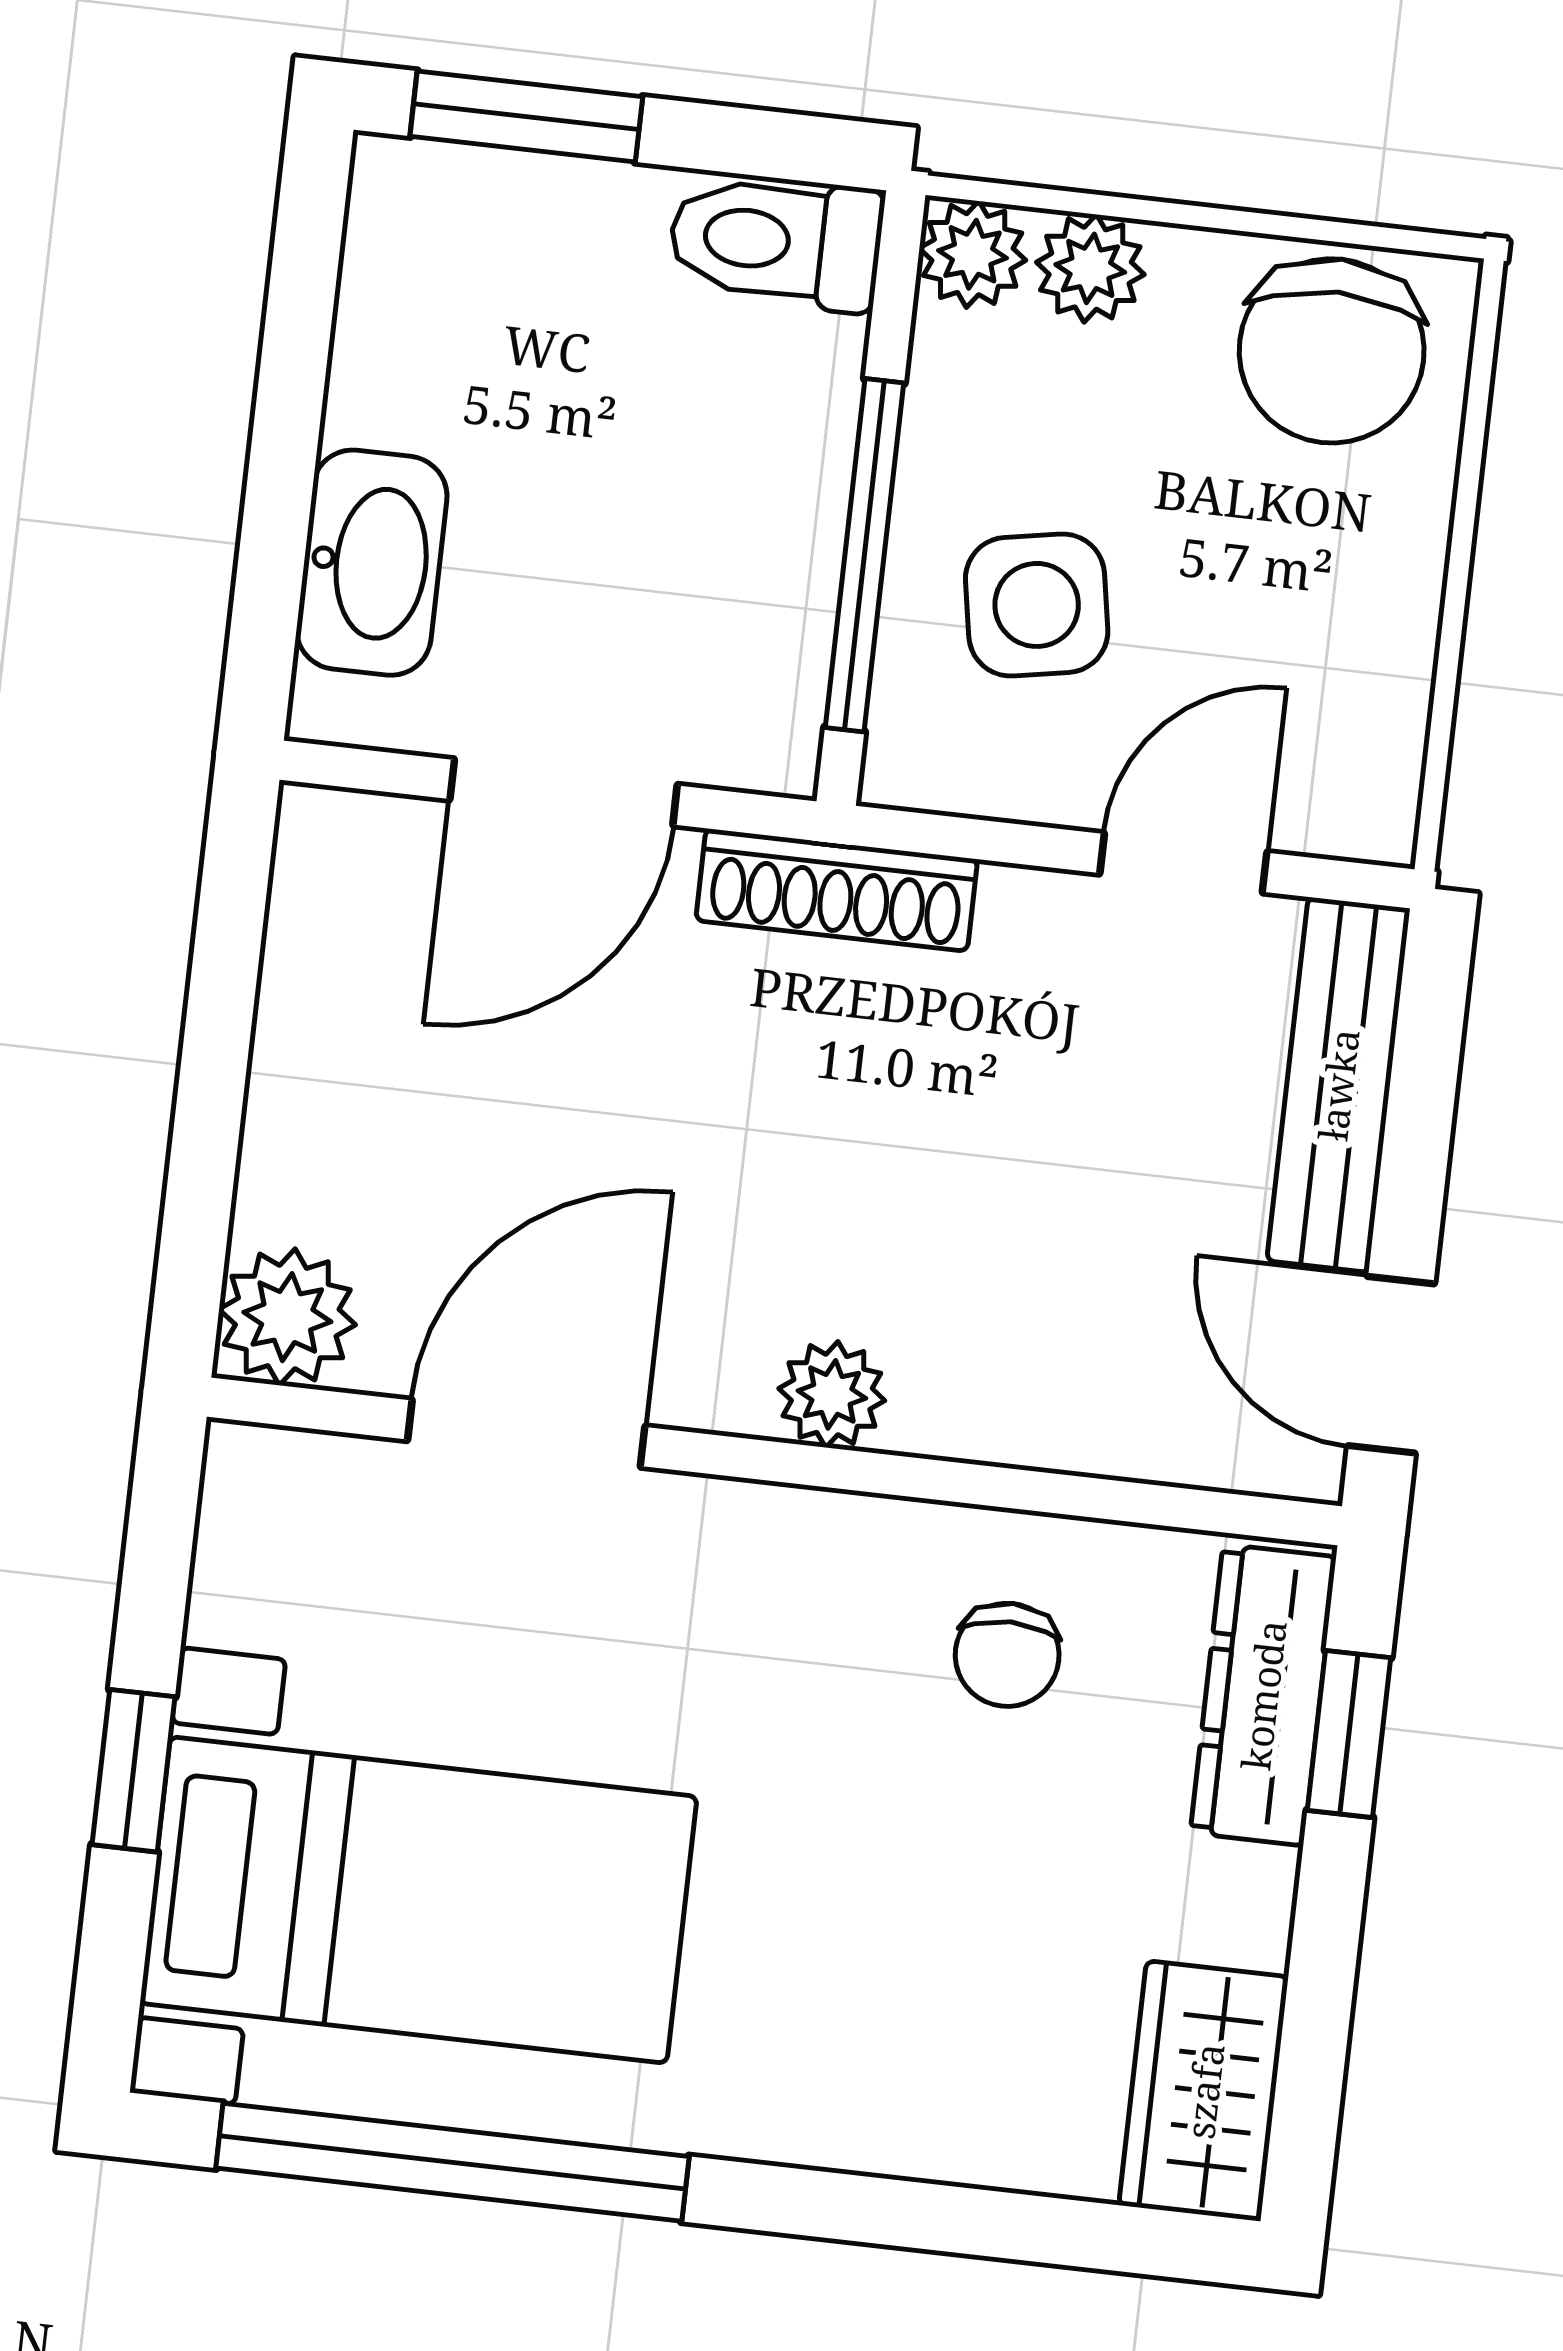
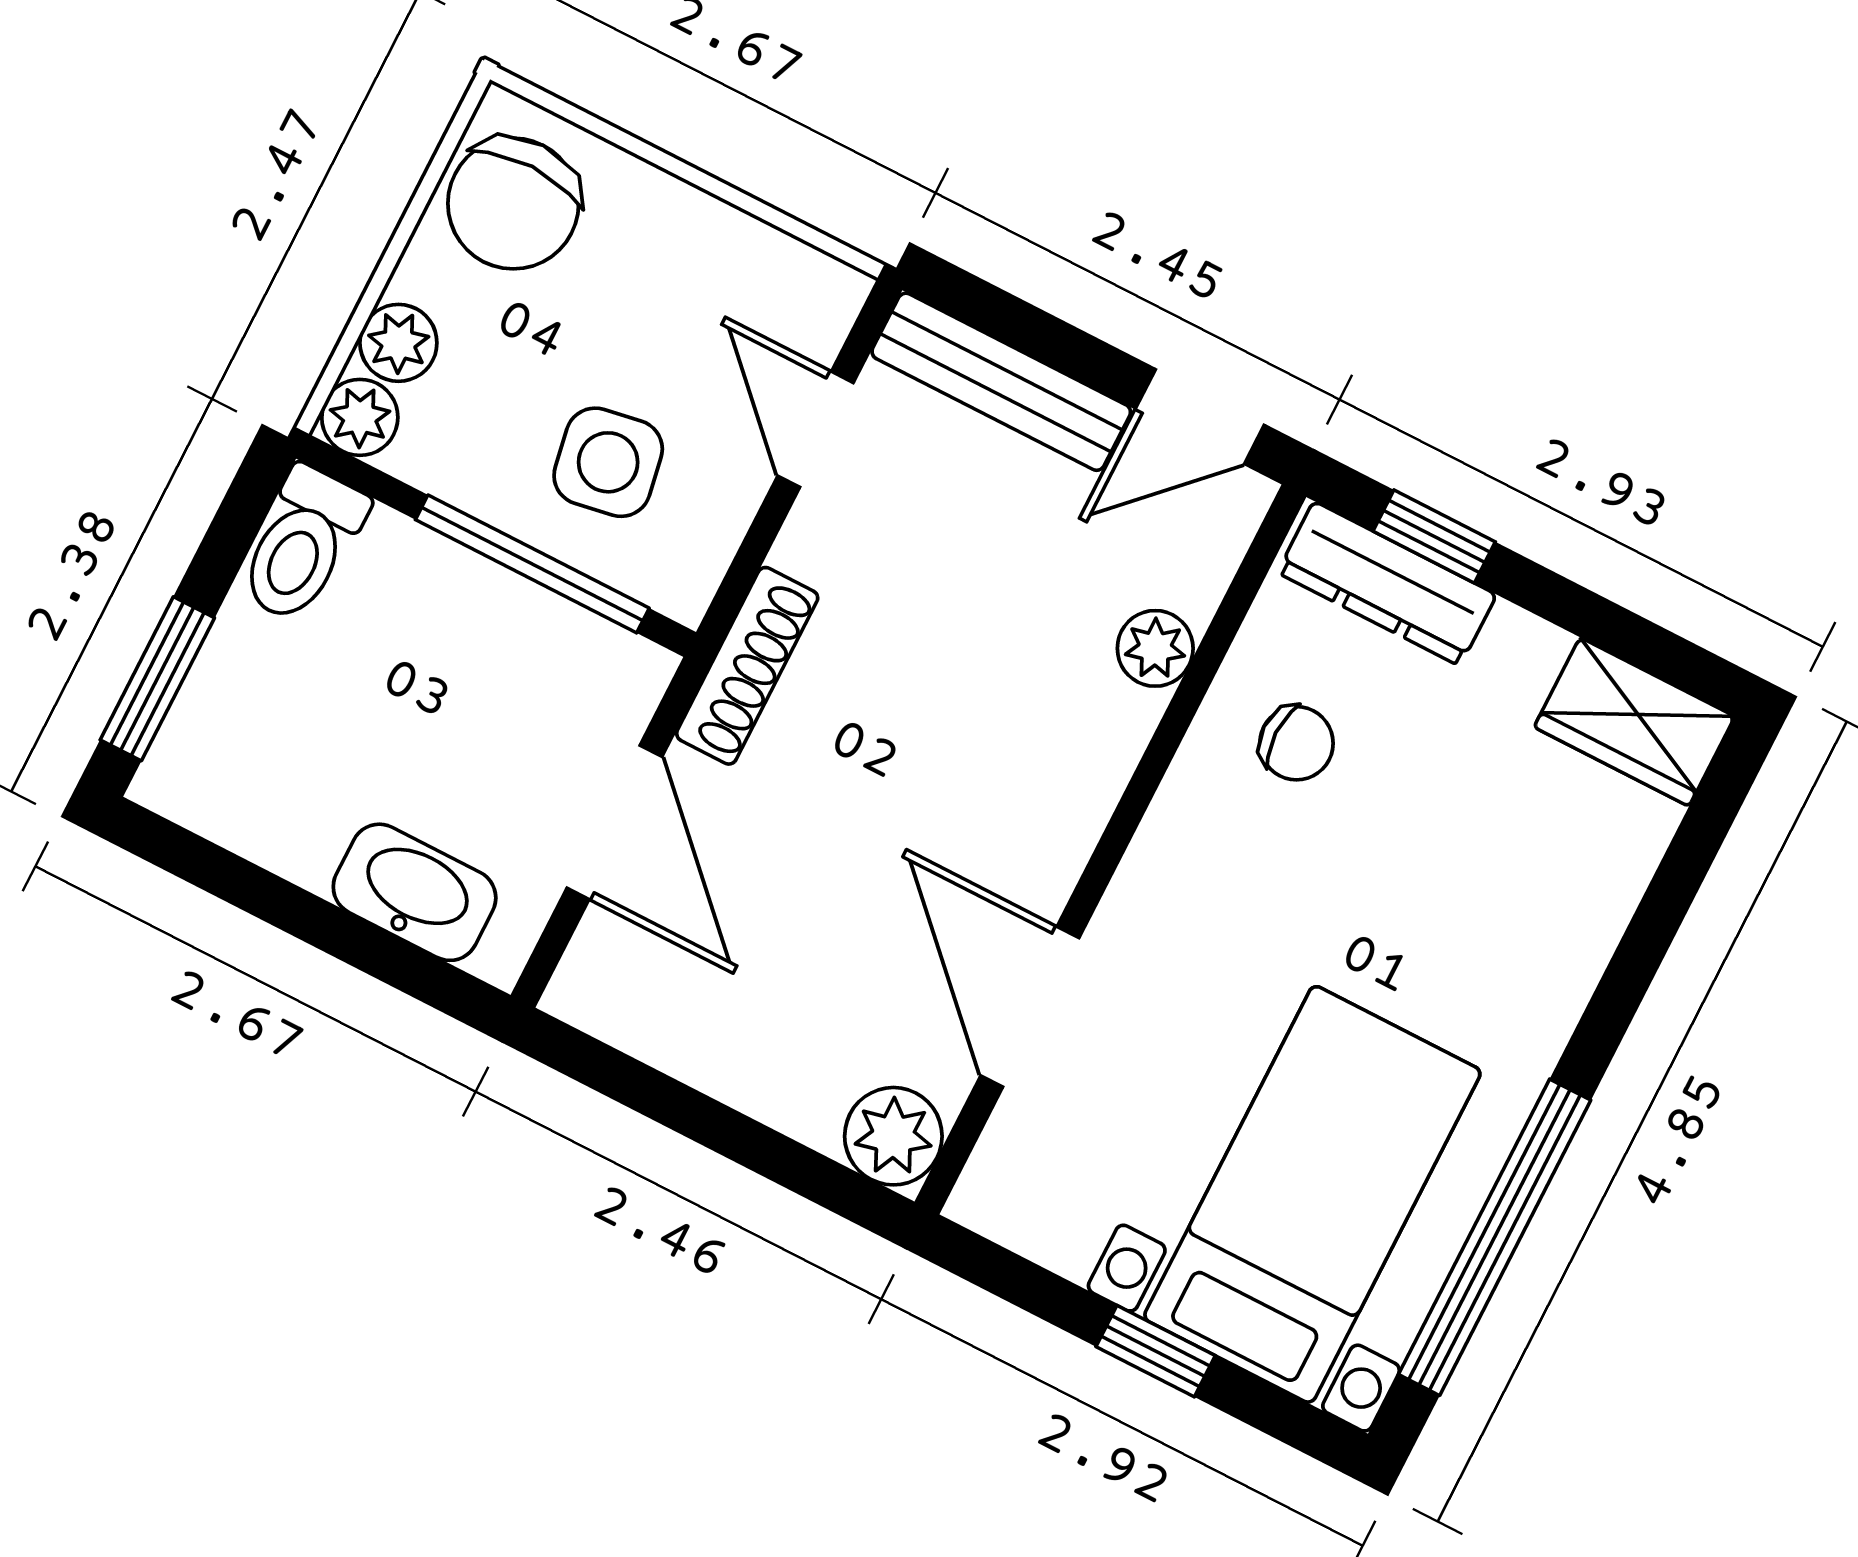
chair: (1332, 351) -> (513, 204), turned 90
plant: (832, 1394) -> (1155, 648), moved

